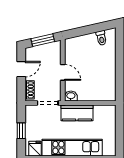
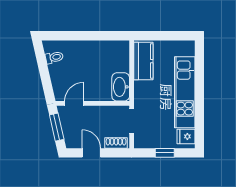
door: (63, 72) -> (74, 103), moved
washbasin: (71, 96) -> (121, 87), width x1.91, depth x1.45
kitchen counter: (77, 113) -> (143, 61), moved

